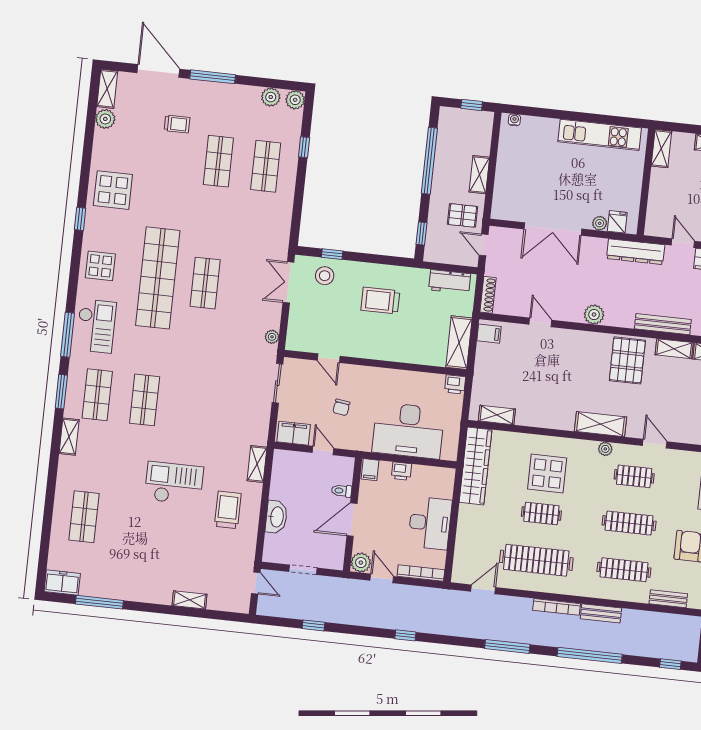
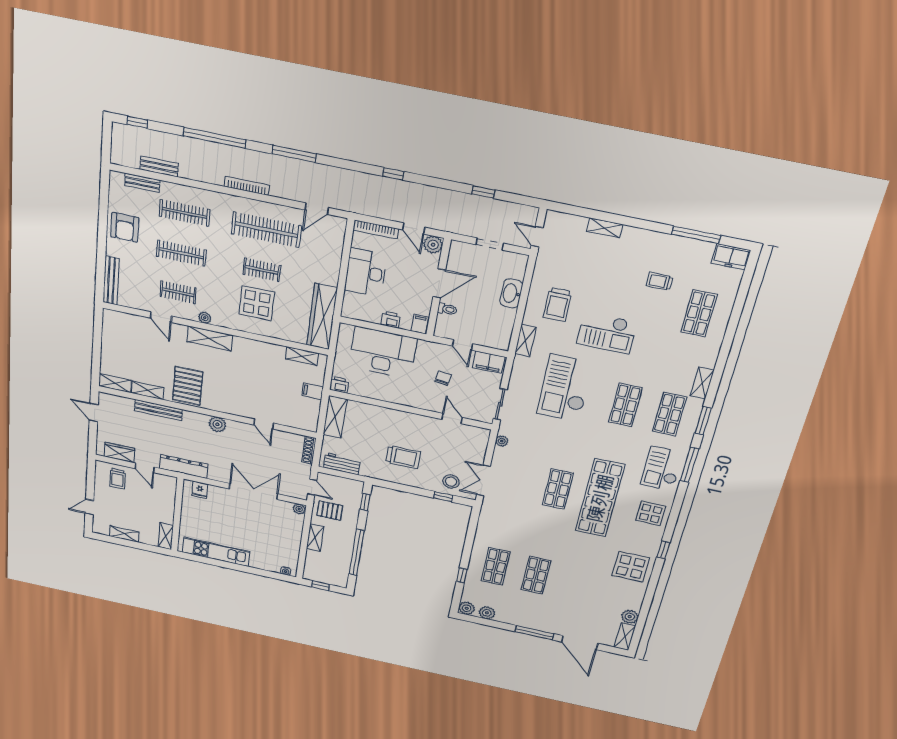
trolley: (177, 124) -> (659, 281), moved
plant: (600, 223) -> (299, 509), moved
double door: (288, 282) -> (483, 481), swing flipped
filing cabinet: (489, 334) -> (313, 391), moved
checkout: (210, 412) -> (565, 388), added
bench: (601, 613) -> (159, 166), moved

